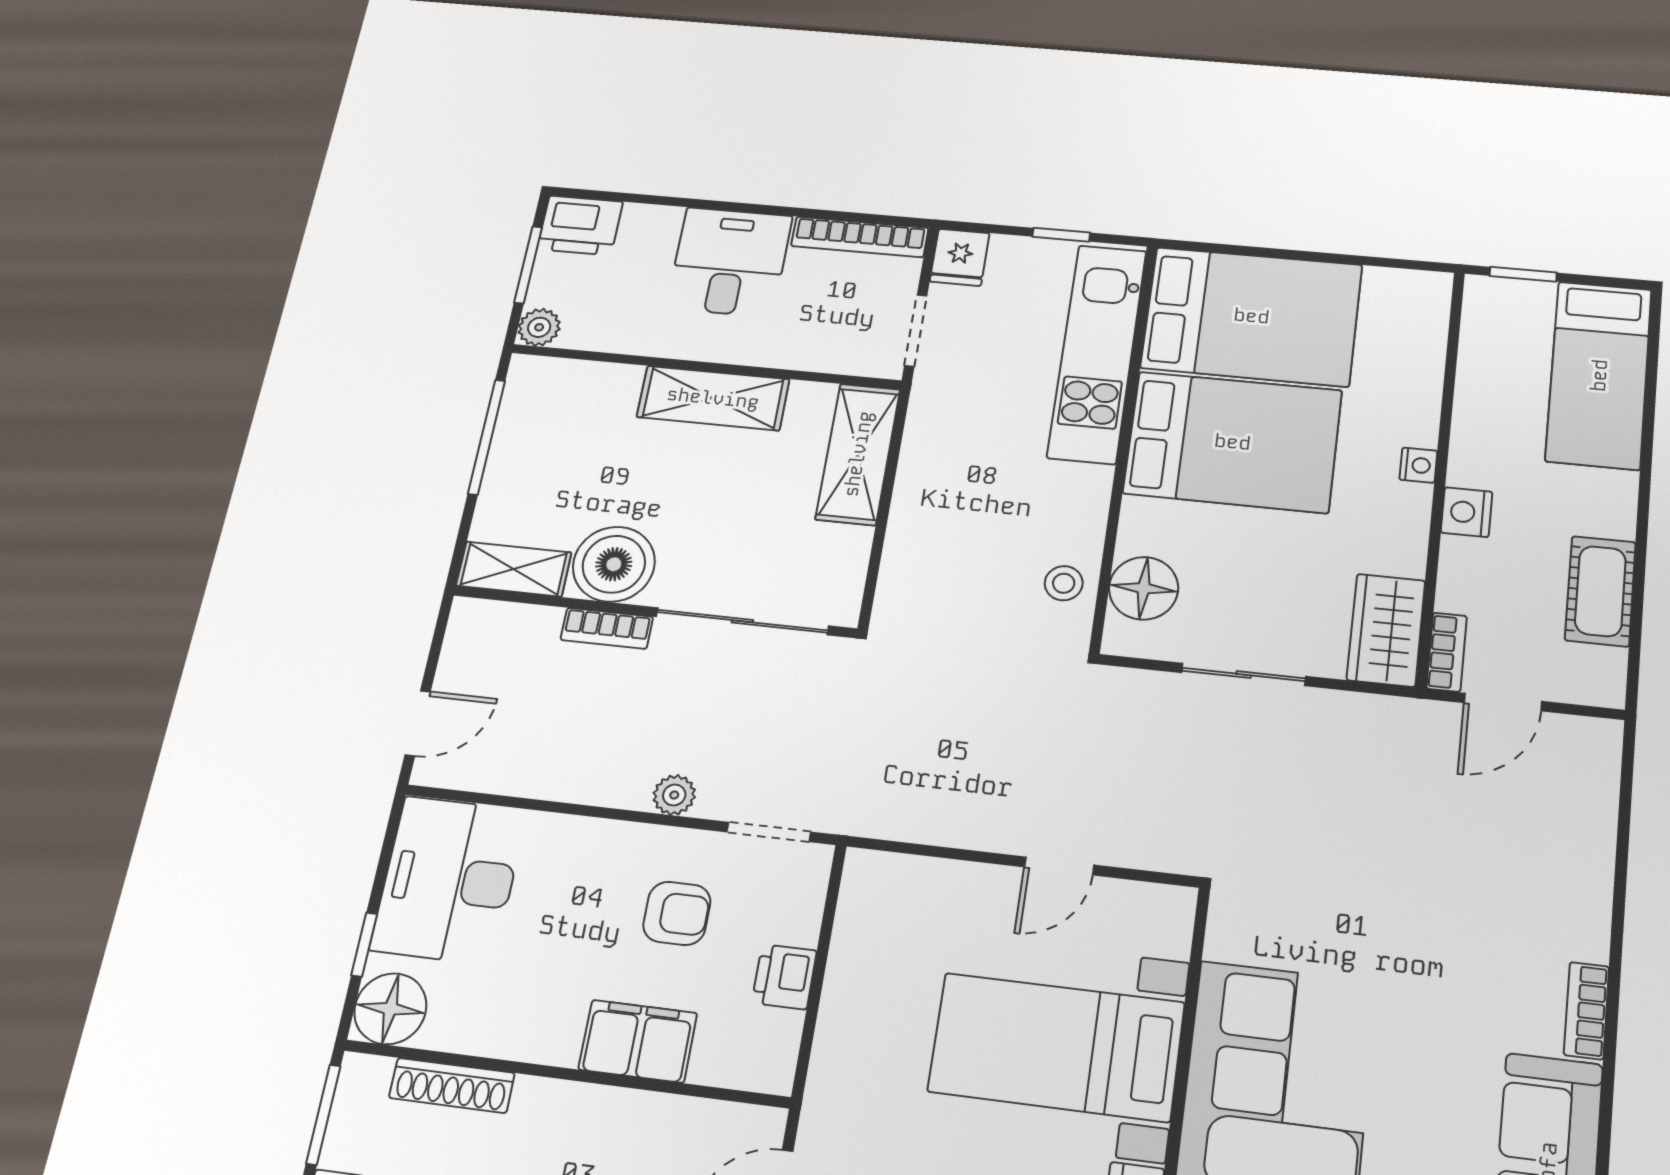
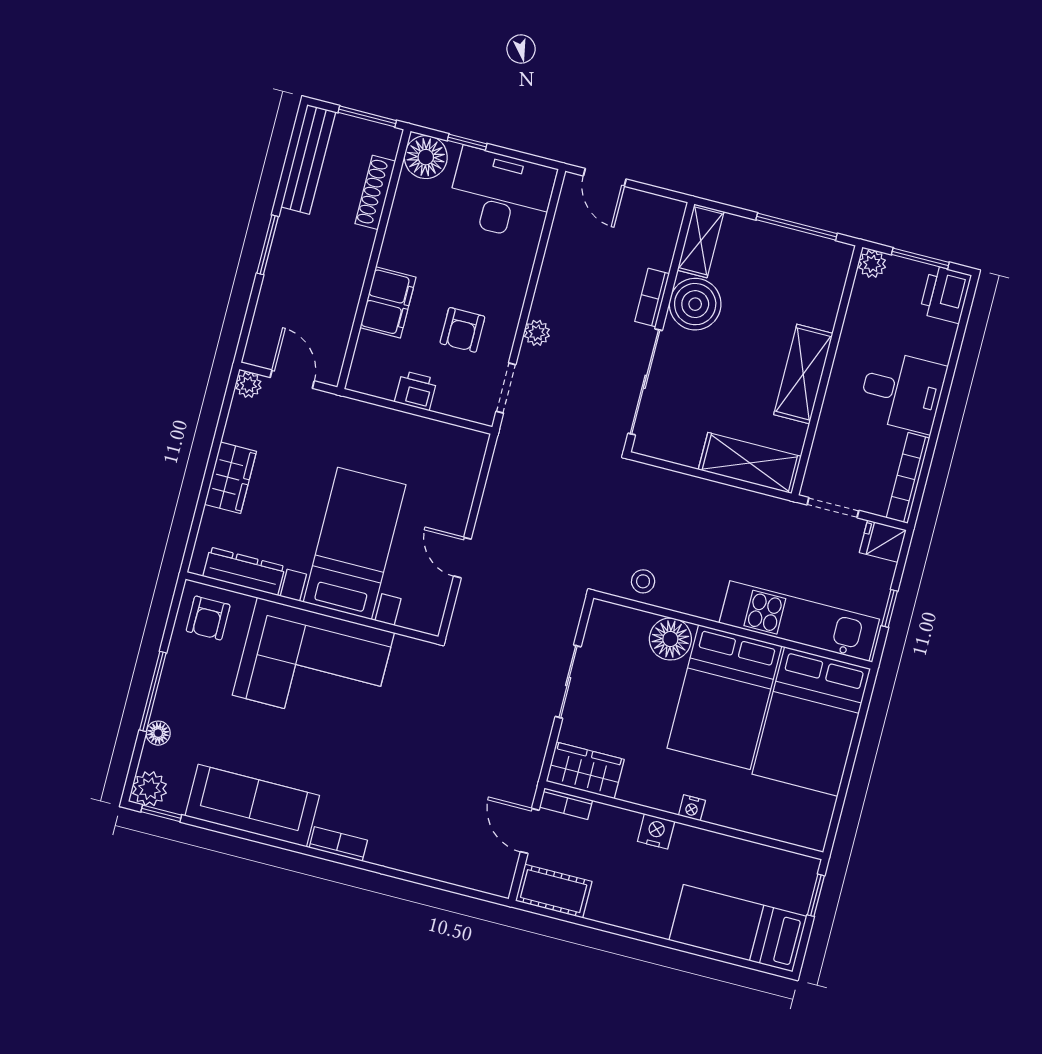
floor lamp: (1144, 588) -> (670, 639), moved
cot: (1600, 591) -> (554, 891), moved

